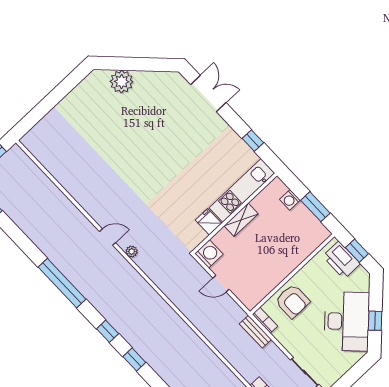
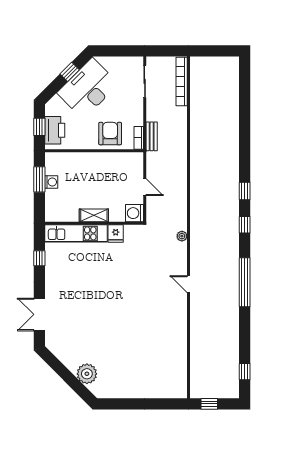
washing machine: (290, 200) -> (51, 182), moved
plant: (132, 252) -> (182, 236), moved

